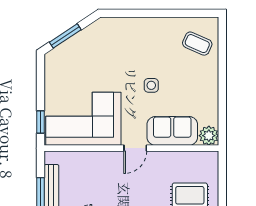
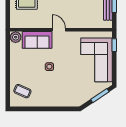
corner sofa: (83, 119) -> (97, 60), moved, turned 90
door: (135, 148) -> (59, 30), hinge flipped

